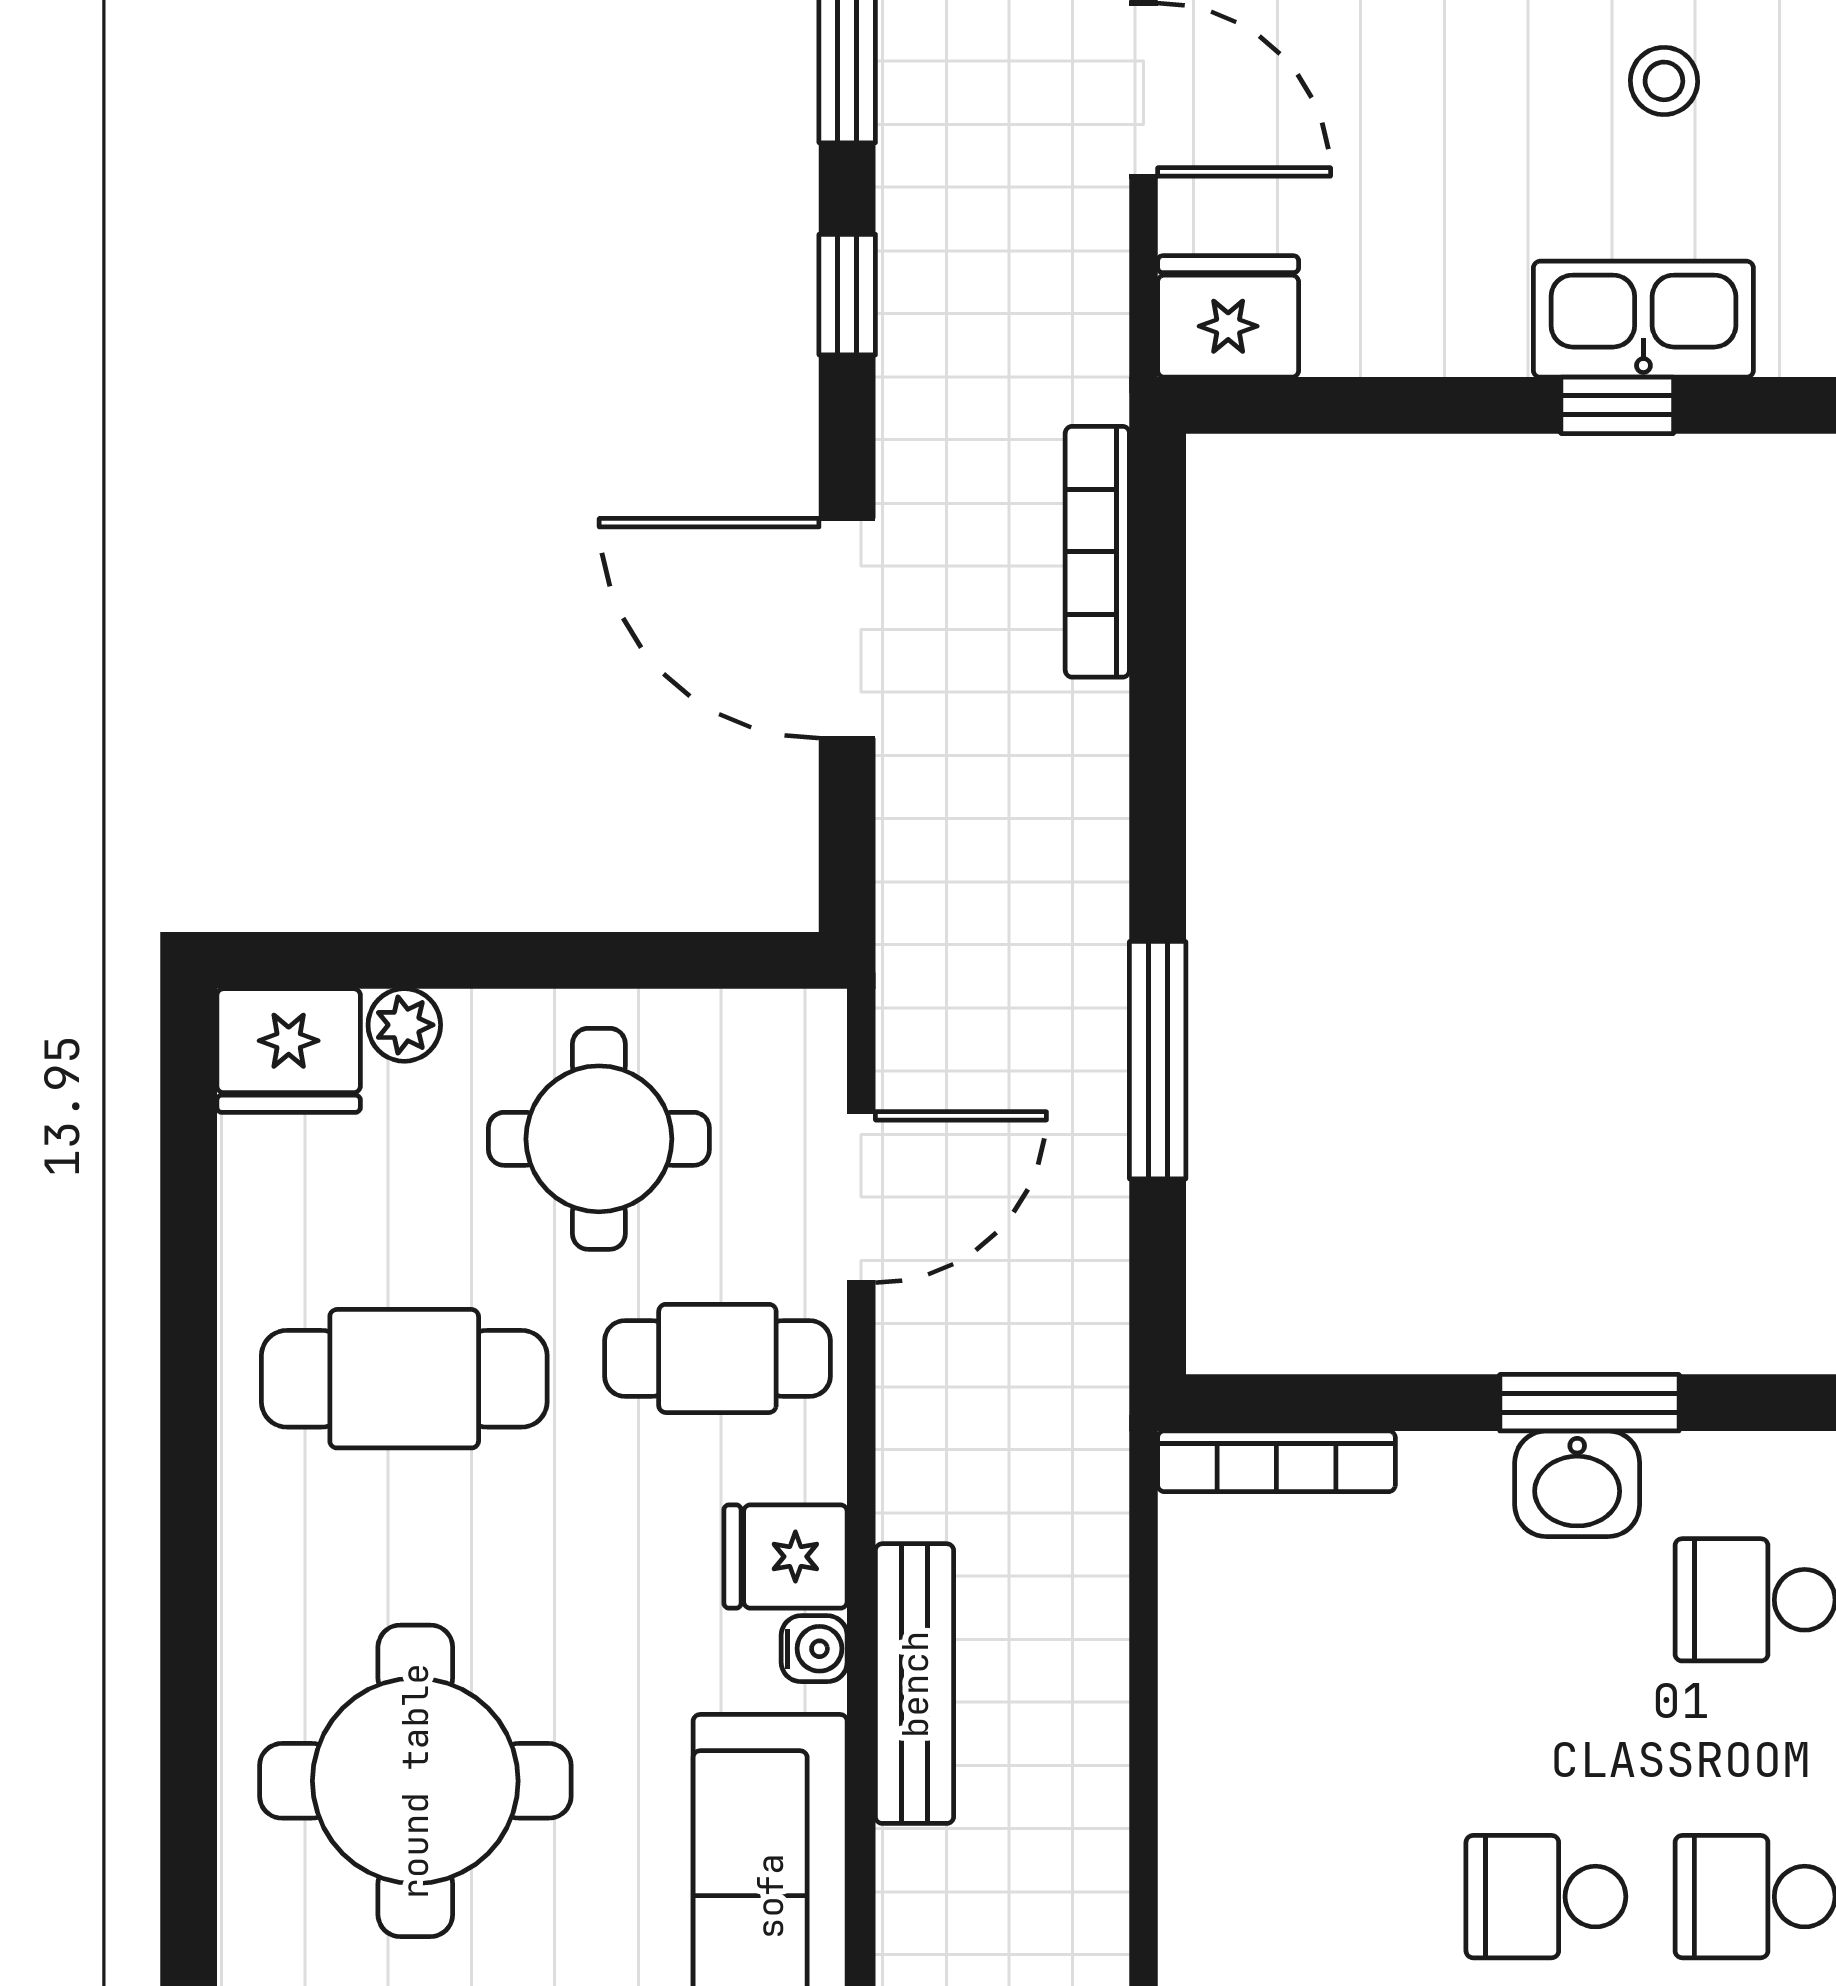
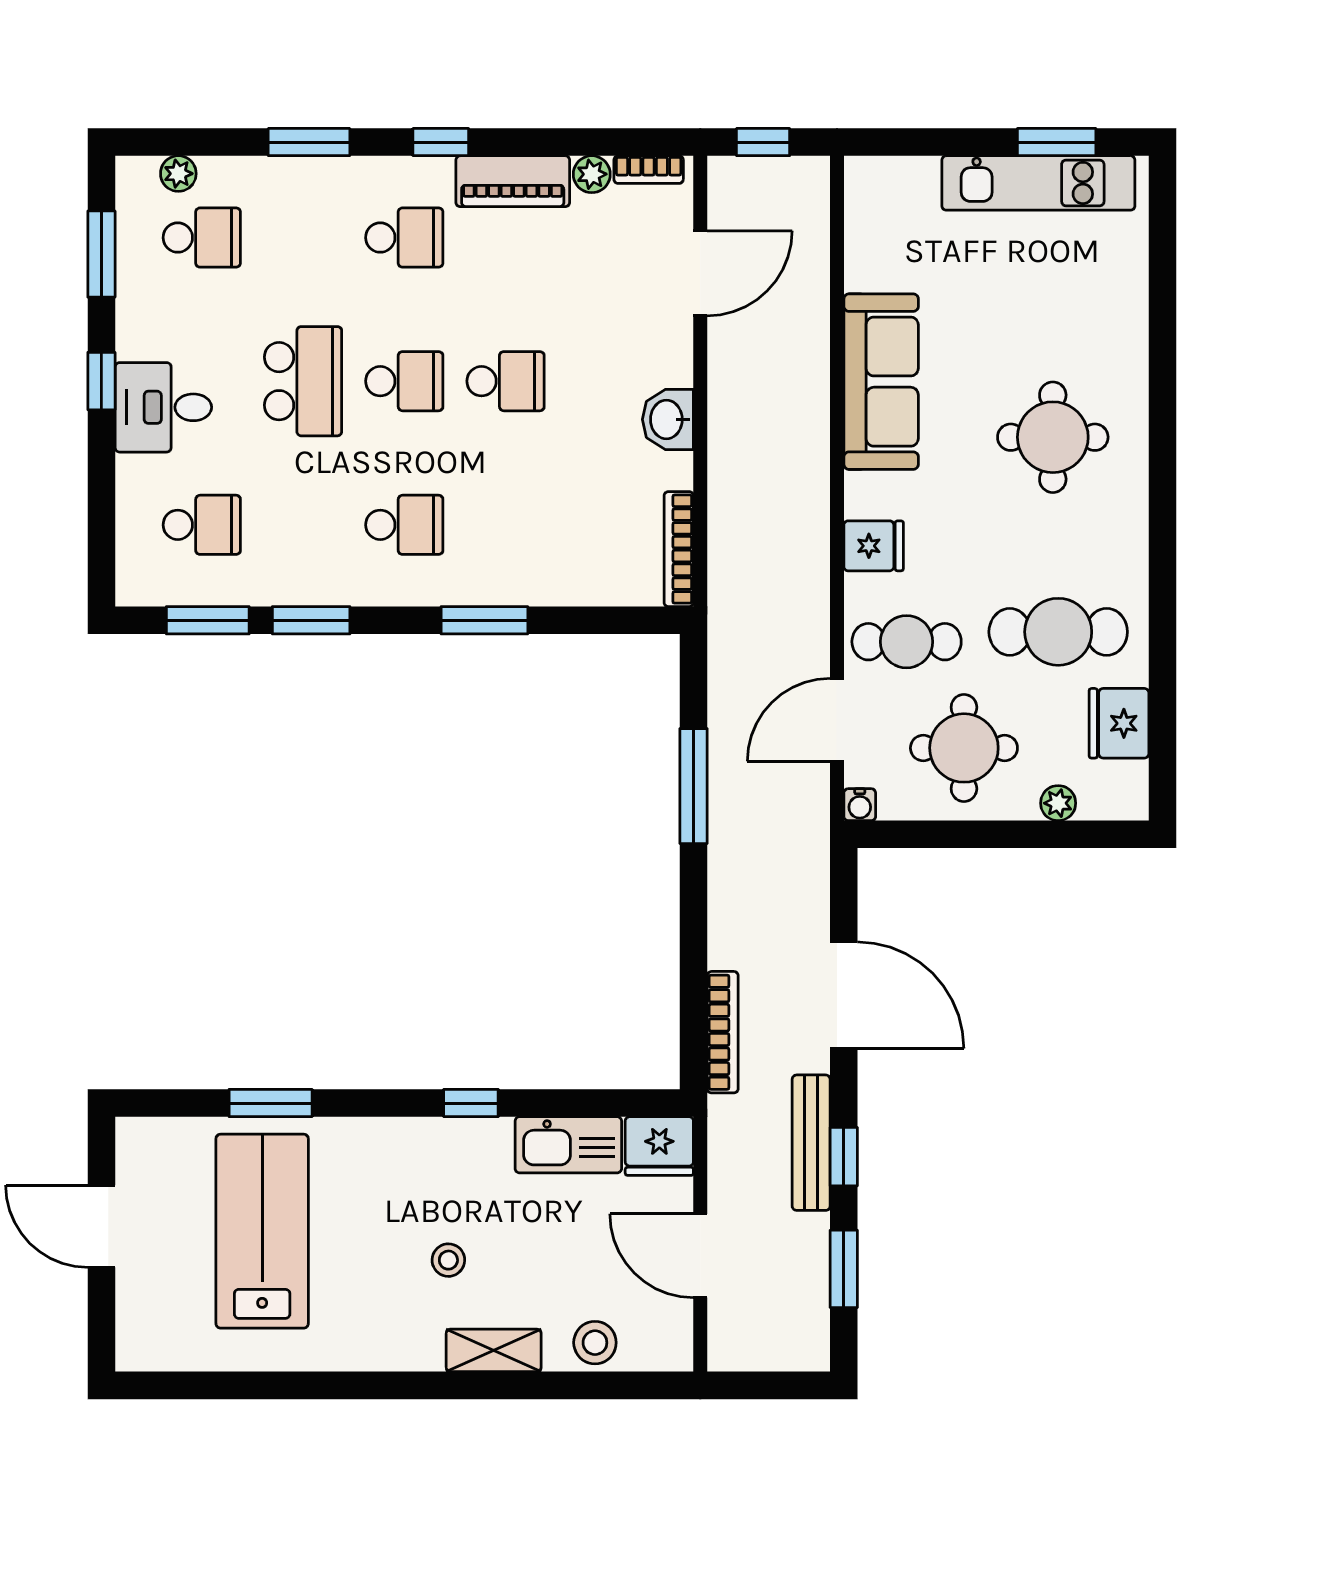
kitchen sink: (1643, 319) -> (568, 1145), moved
fridge: (289, 1051) -> (1119, 723), moved, turned -90
bookcase: (1276, 1461) -> (679, 549), moved, turned -90
washbasin: (1577, 1484) -> (668, 419), moved, turned -90
water cooler: (814, 1649) -> (860, 805), moved, turned -90
bench: (915, 1684) -> (811, 1143), moved
round table: (415, 1781) -> (1053, 437), width x0.73, depth x0.73

